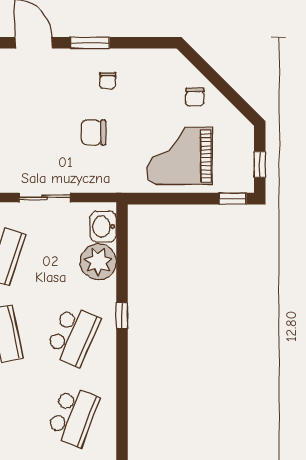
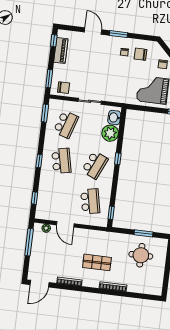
chair: (93, 133) -> (141, 54), moved
school desk: (73, 416) -> (90, 201), turned -33
window: (122, 436) -> (111, 213), added

